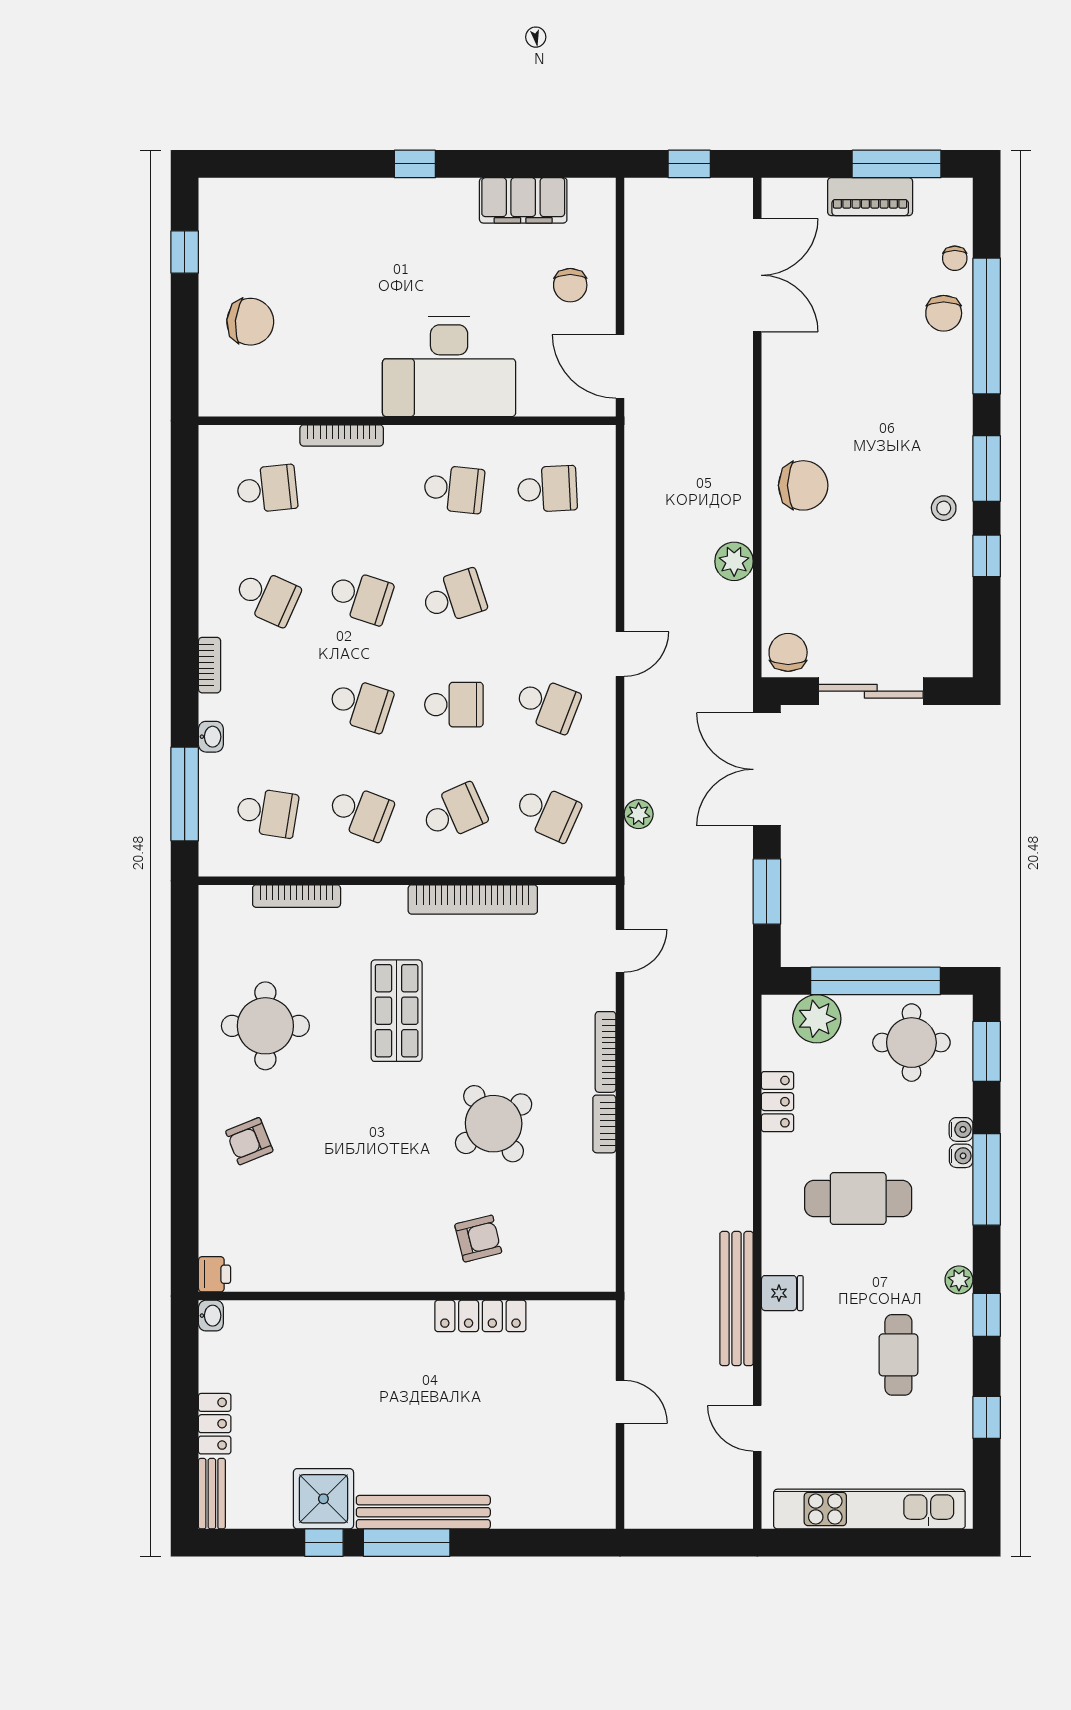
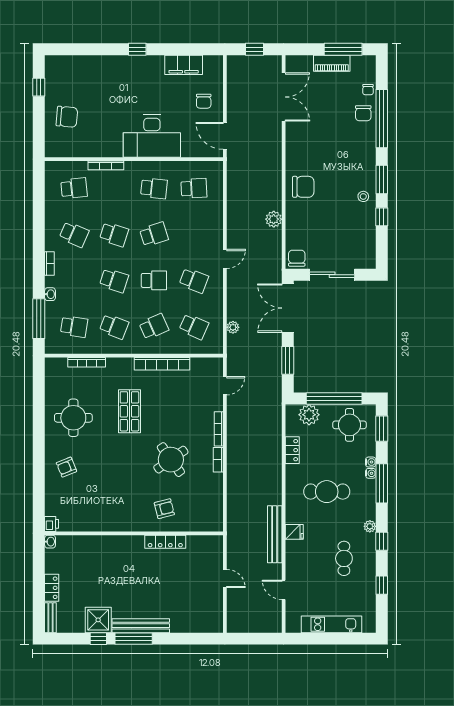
kitchen unit: (869, 1509) -> (332, 624), width x0.73

